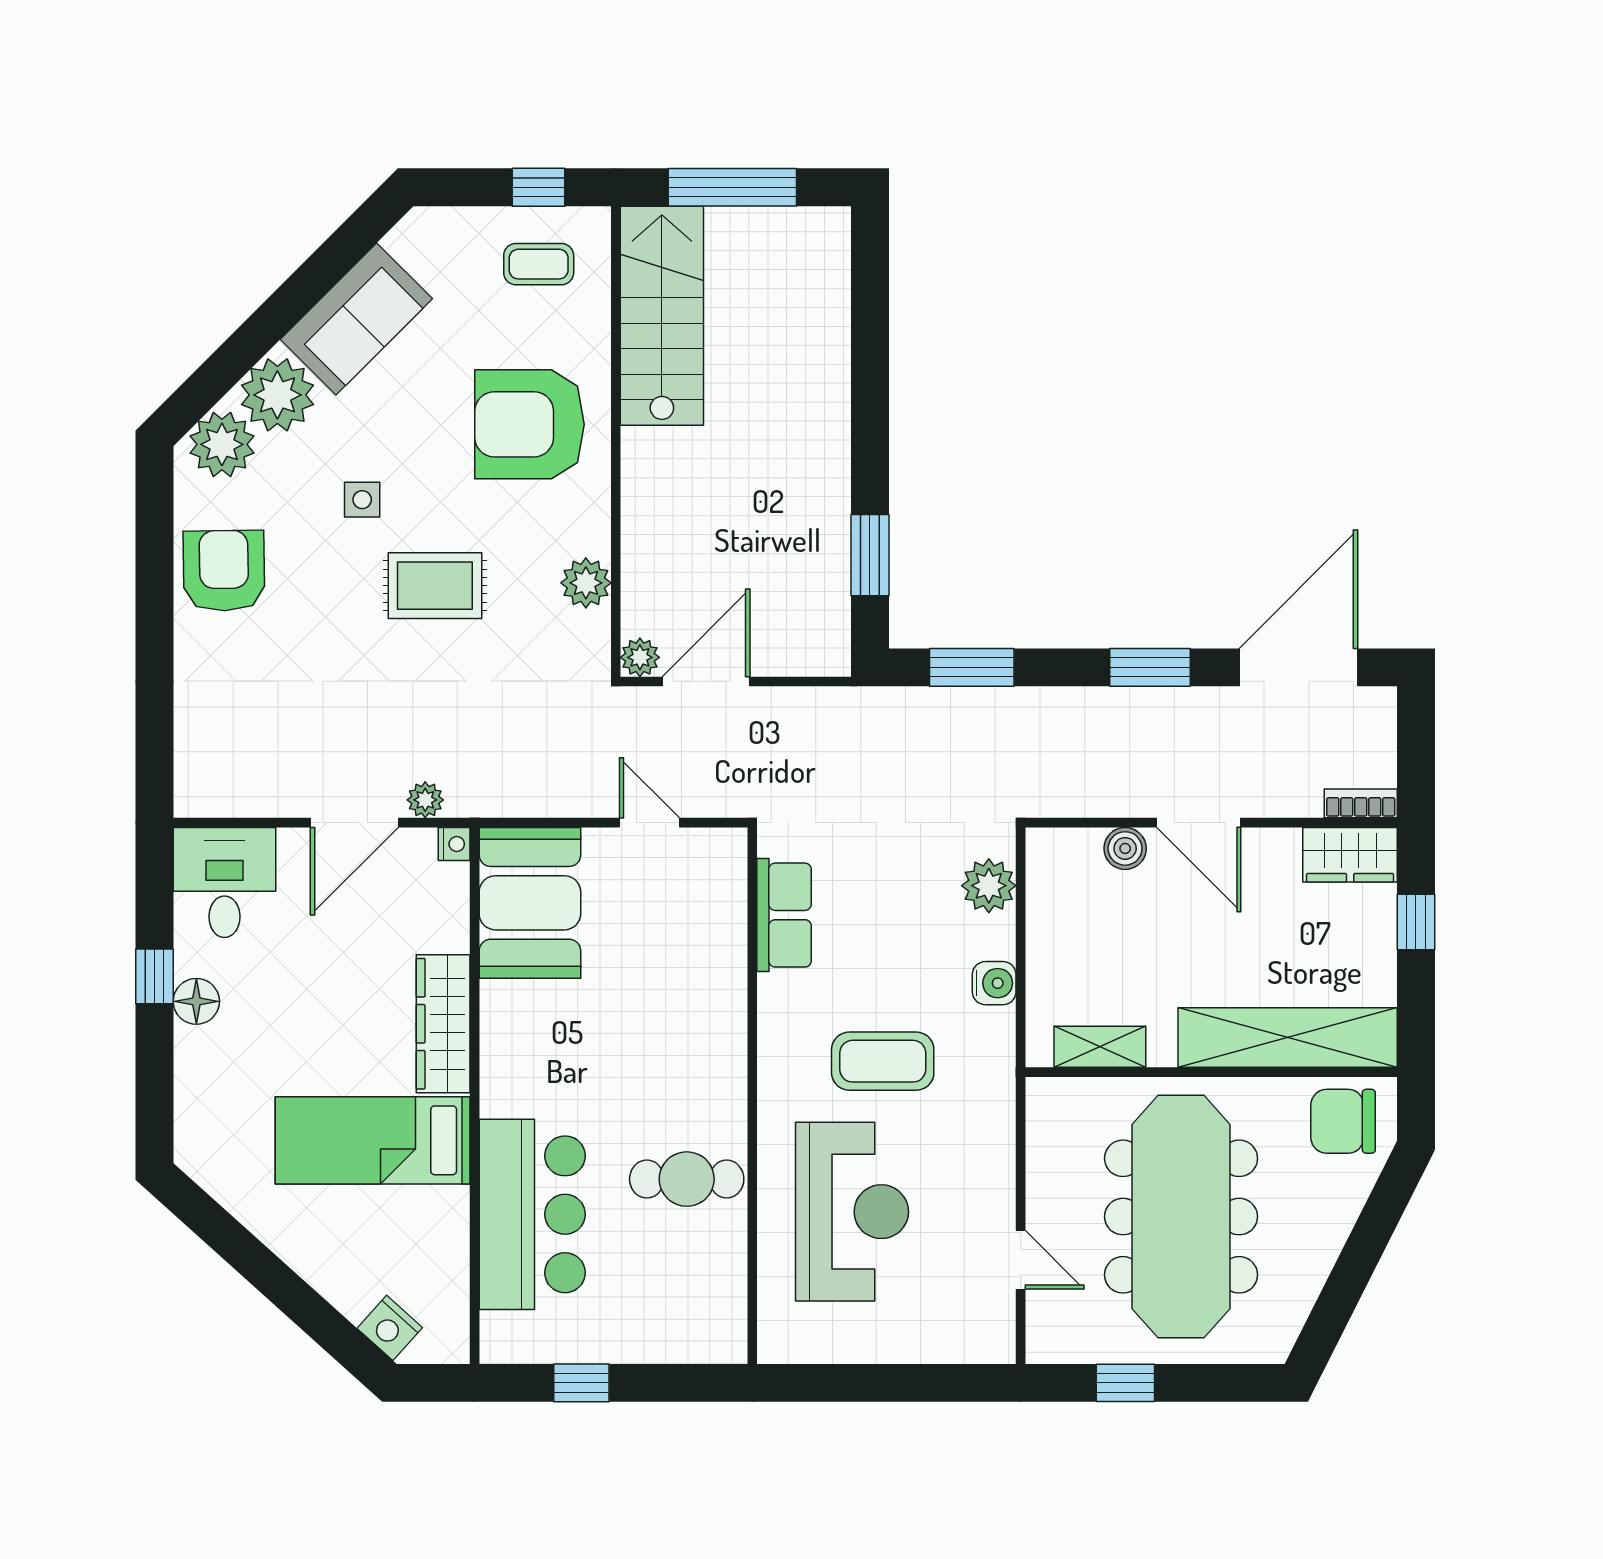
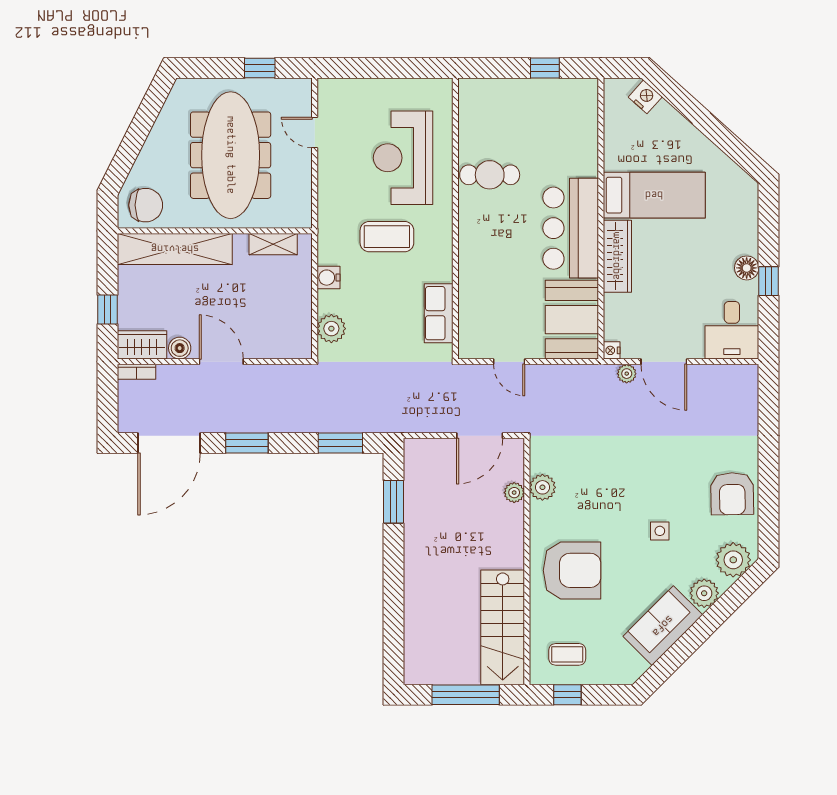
plant: (277, 395) -> (704, 593), width x0.73, depth x0.73
rug: (435, 586) -> (622, 486), removed
plant: (640, 657) -> (514, 493), moved
door: (354, 823) -> (664, 362), swing flipped
boiler: (1125, 848) -> (180, 348), moved
bar counter: (532, 1214) -> (571, 228), moved

